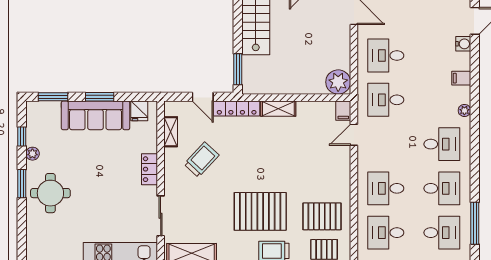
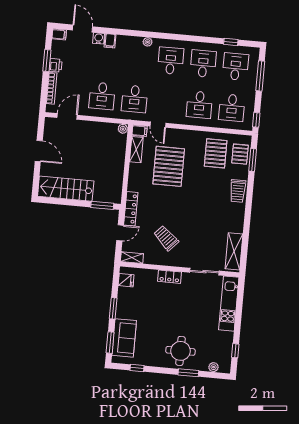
filing cabinet: (461, 78) -> (110, 41), moved
plant: (338, 82) -> (123, 129), width x0.53, depth x0.53
shelving: (278, 109) -> (136, 150), moved
sofa: (96, 115) -> (124, 338), moved, width x0.73
shelving: (171, 132) -> (132, 258), moved
plant: (32, 154) -> (214, 367), moved
window: (22, 184) -> (188, 373), moved
pallet: (260, 211) -> (169, 166), moved
window: (475, 223) -> (231, 42), width x0.46

